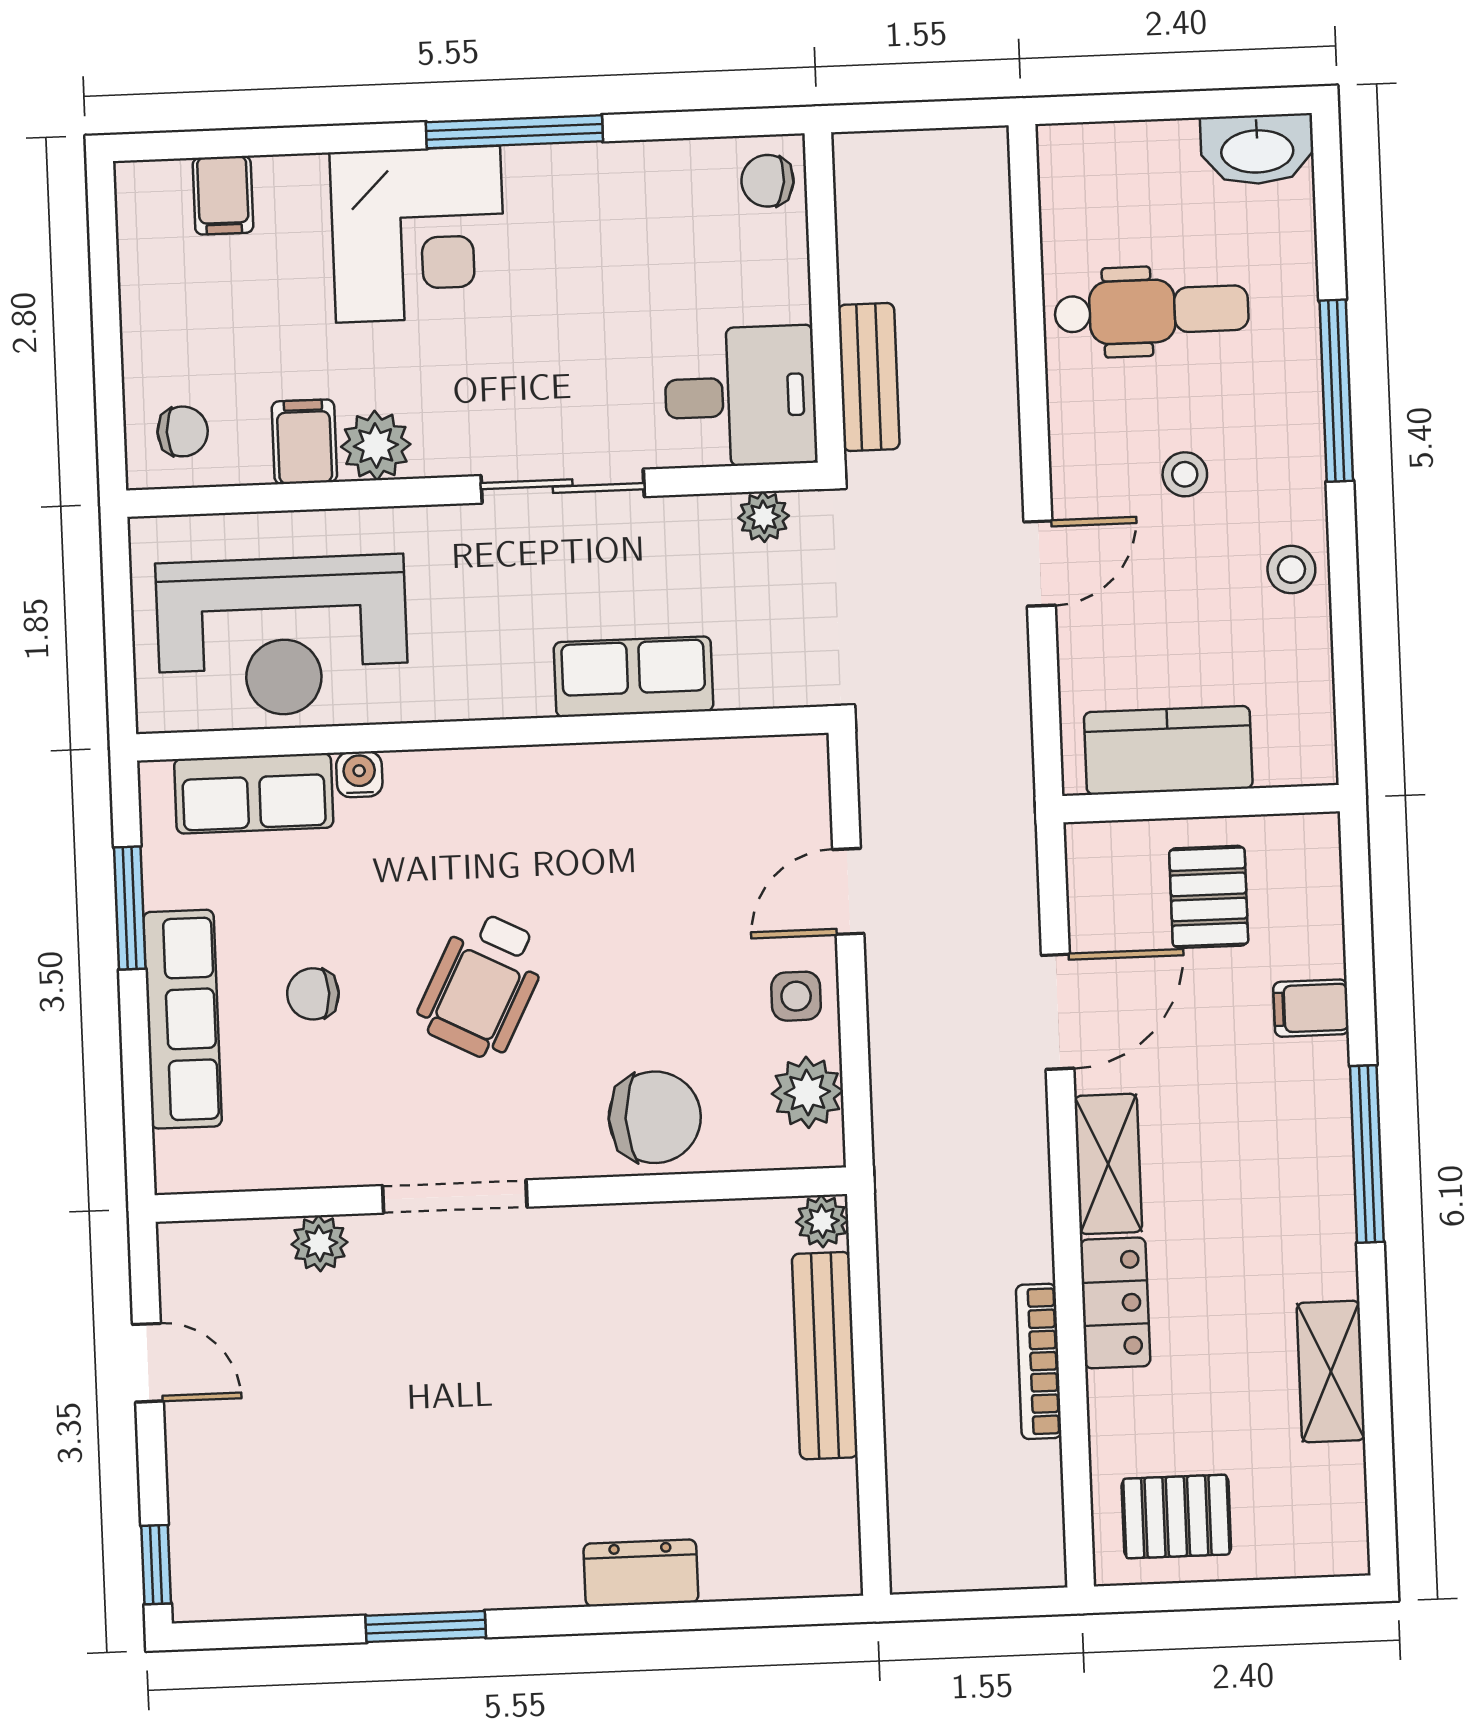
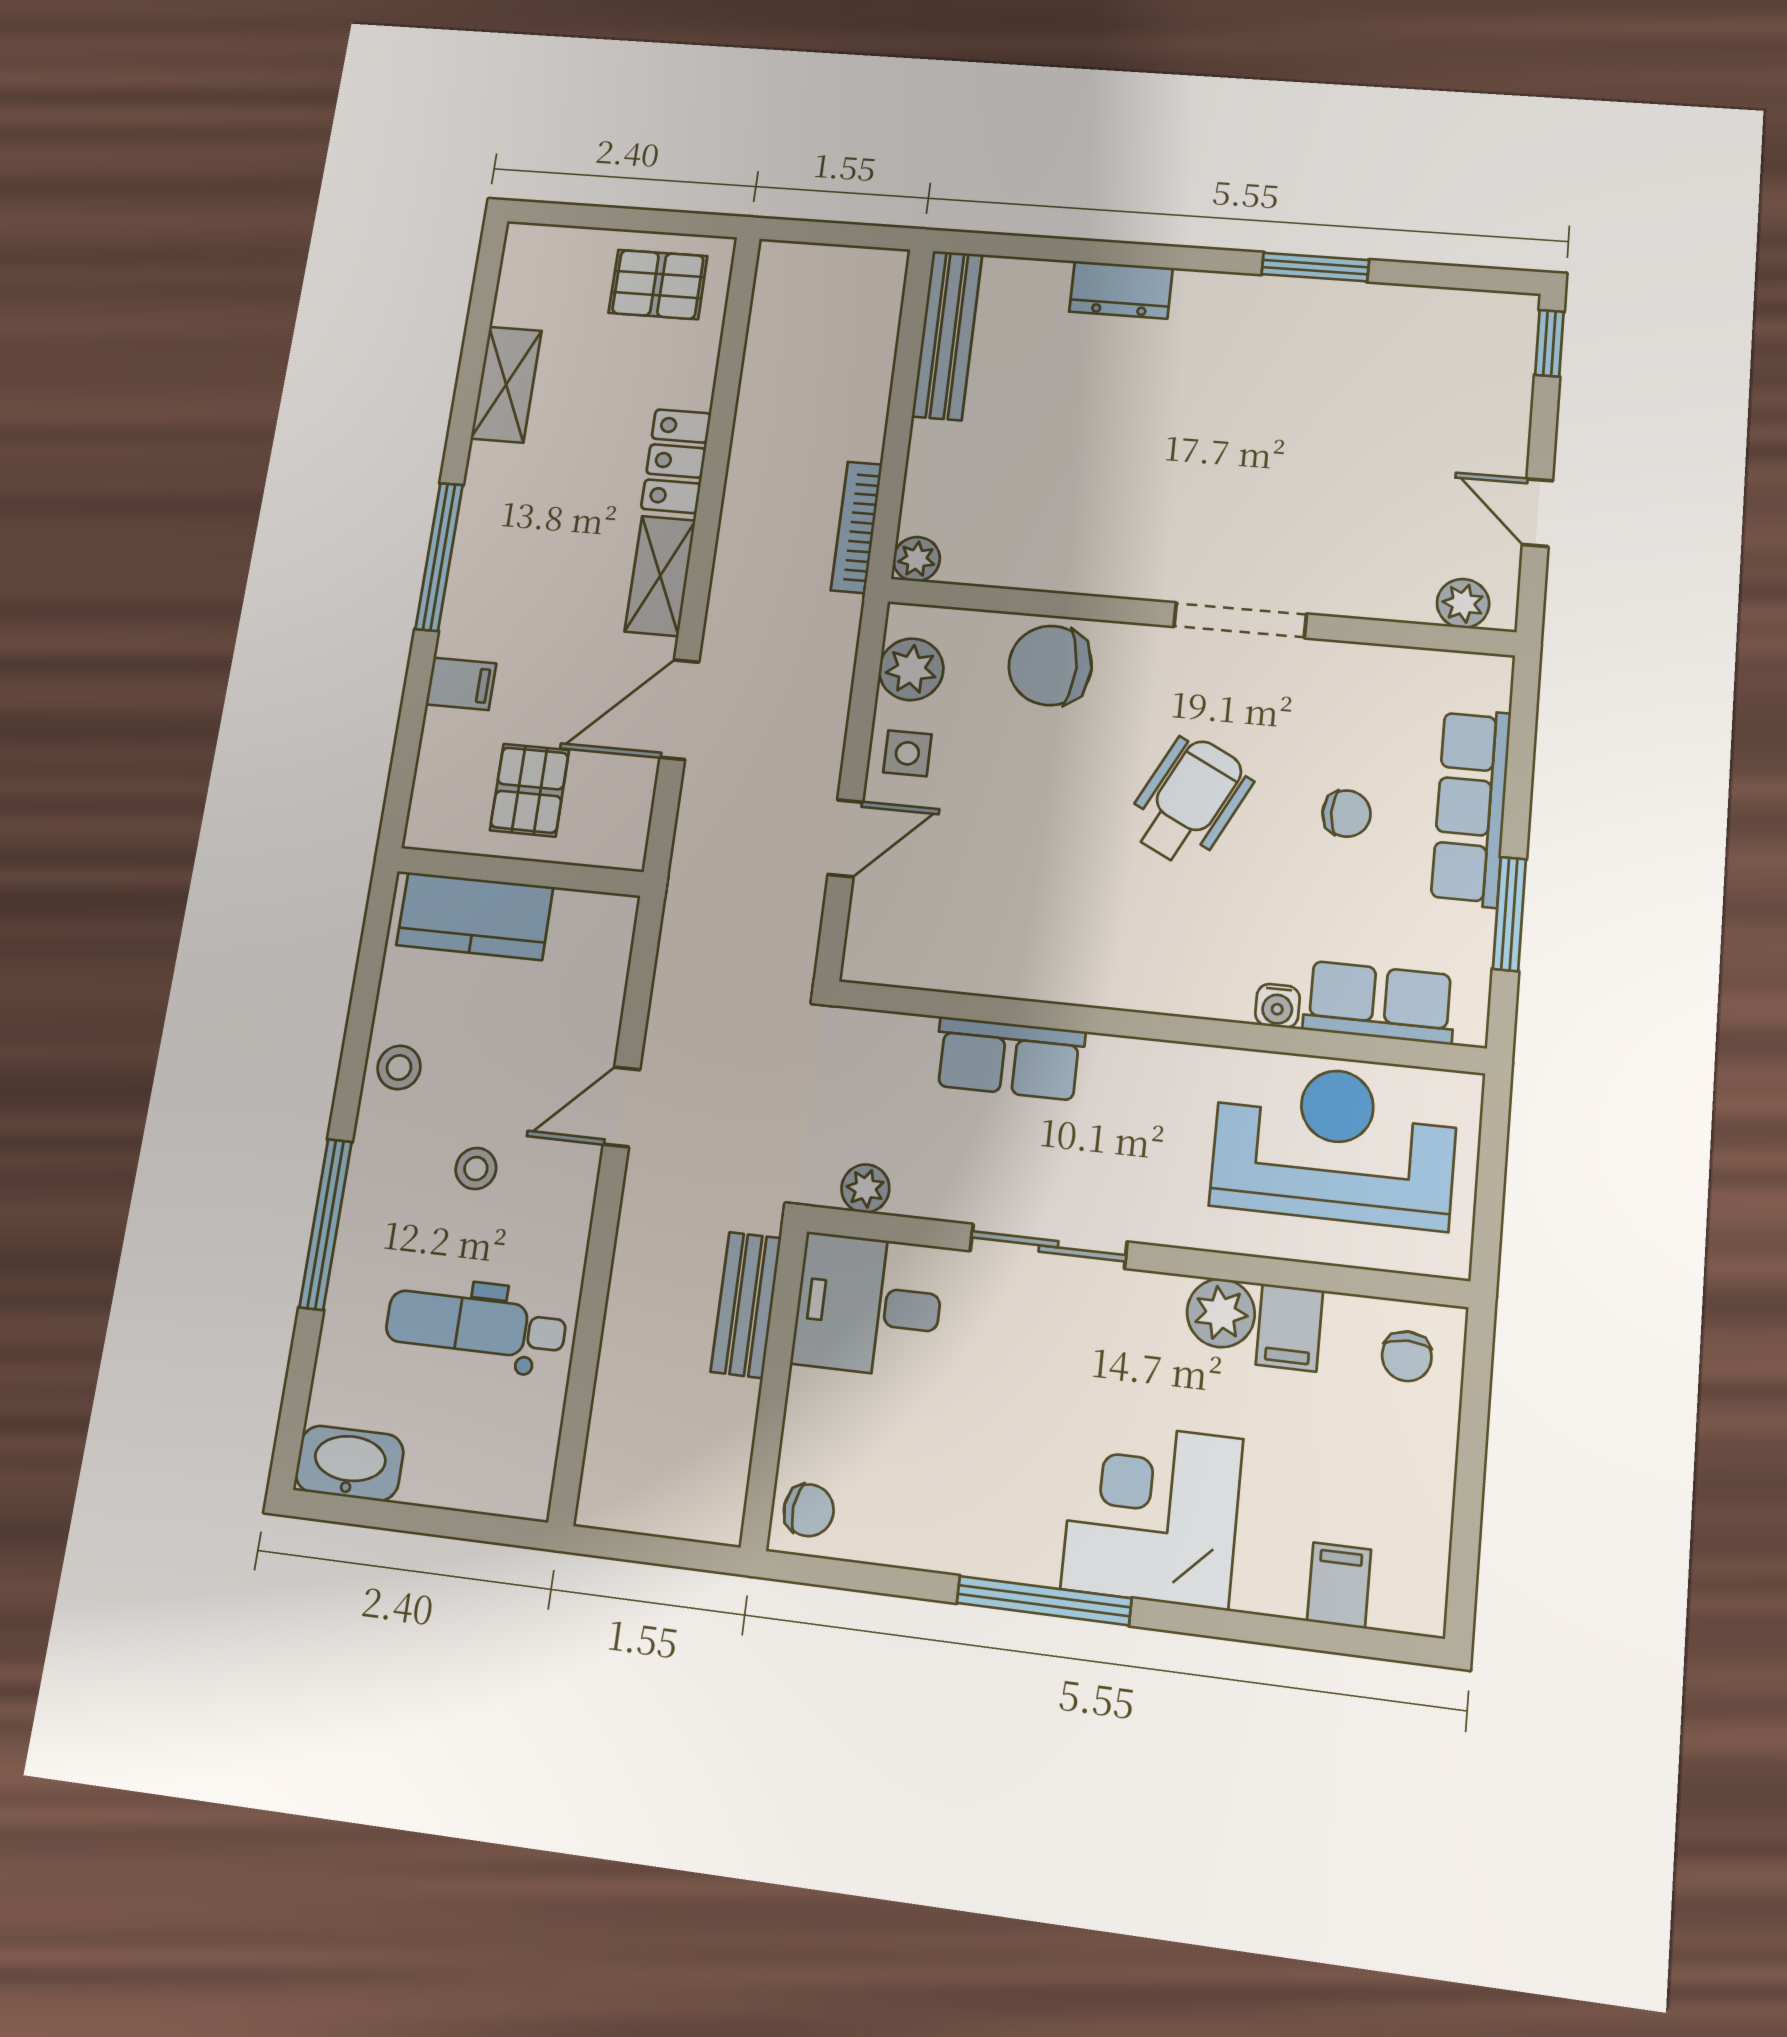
chair: (183, 431) -> (1407, 1356), turned -90
kitchen counter: (1168, 750) -> (475, 916), moved
plant: (319, 1243) -> (1463, 603), moved
bench: (825, 1356) -> (947, 335), moved
bookcase: (1039, 1361) -> (857, 527), moved, turned 180

